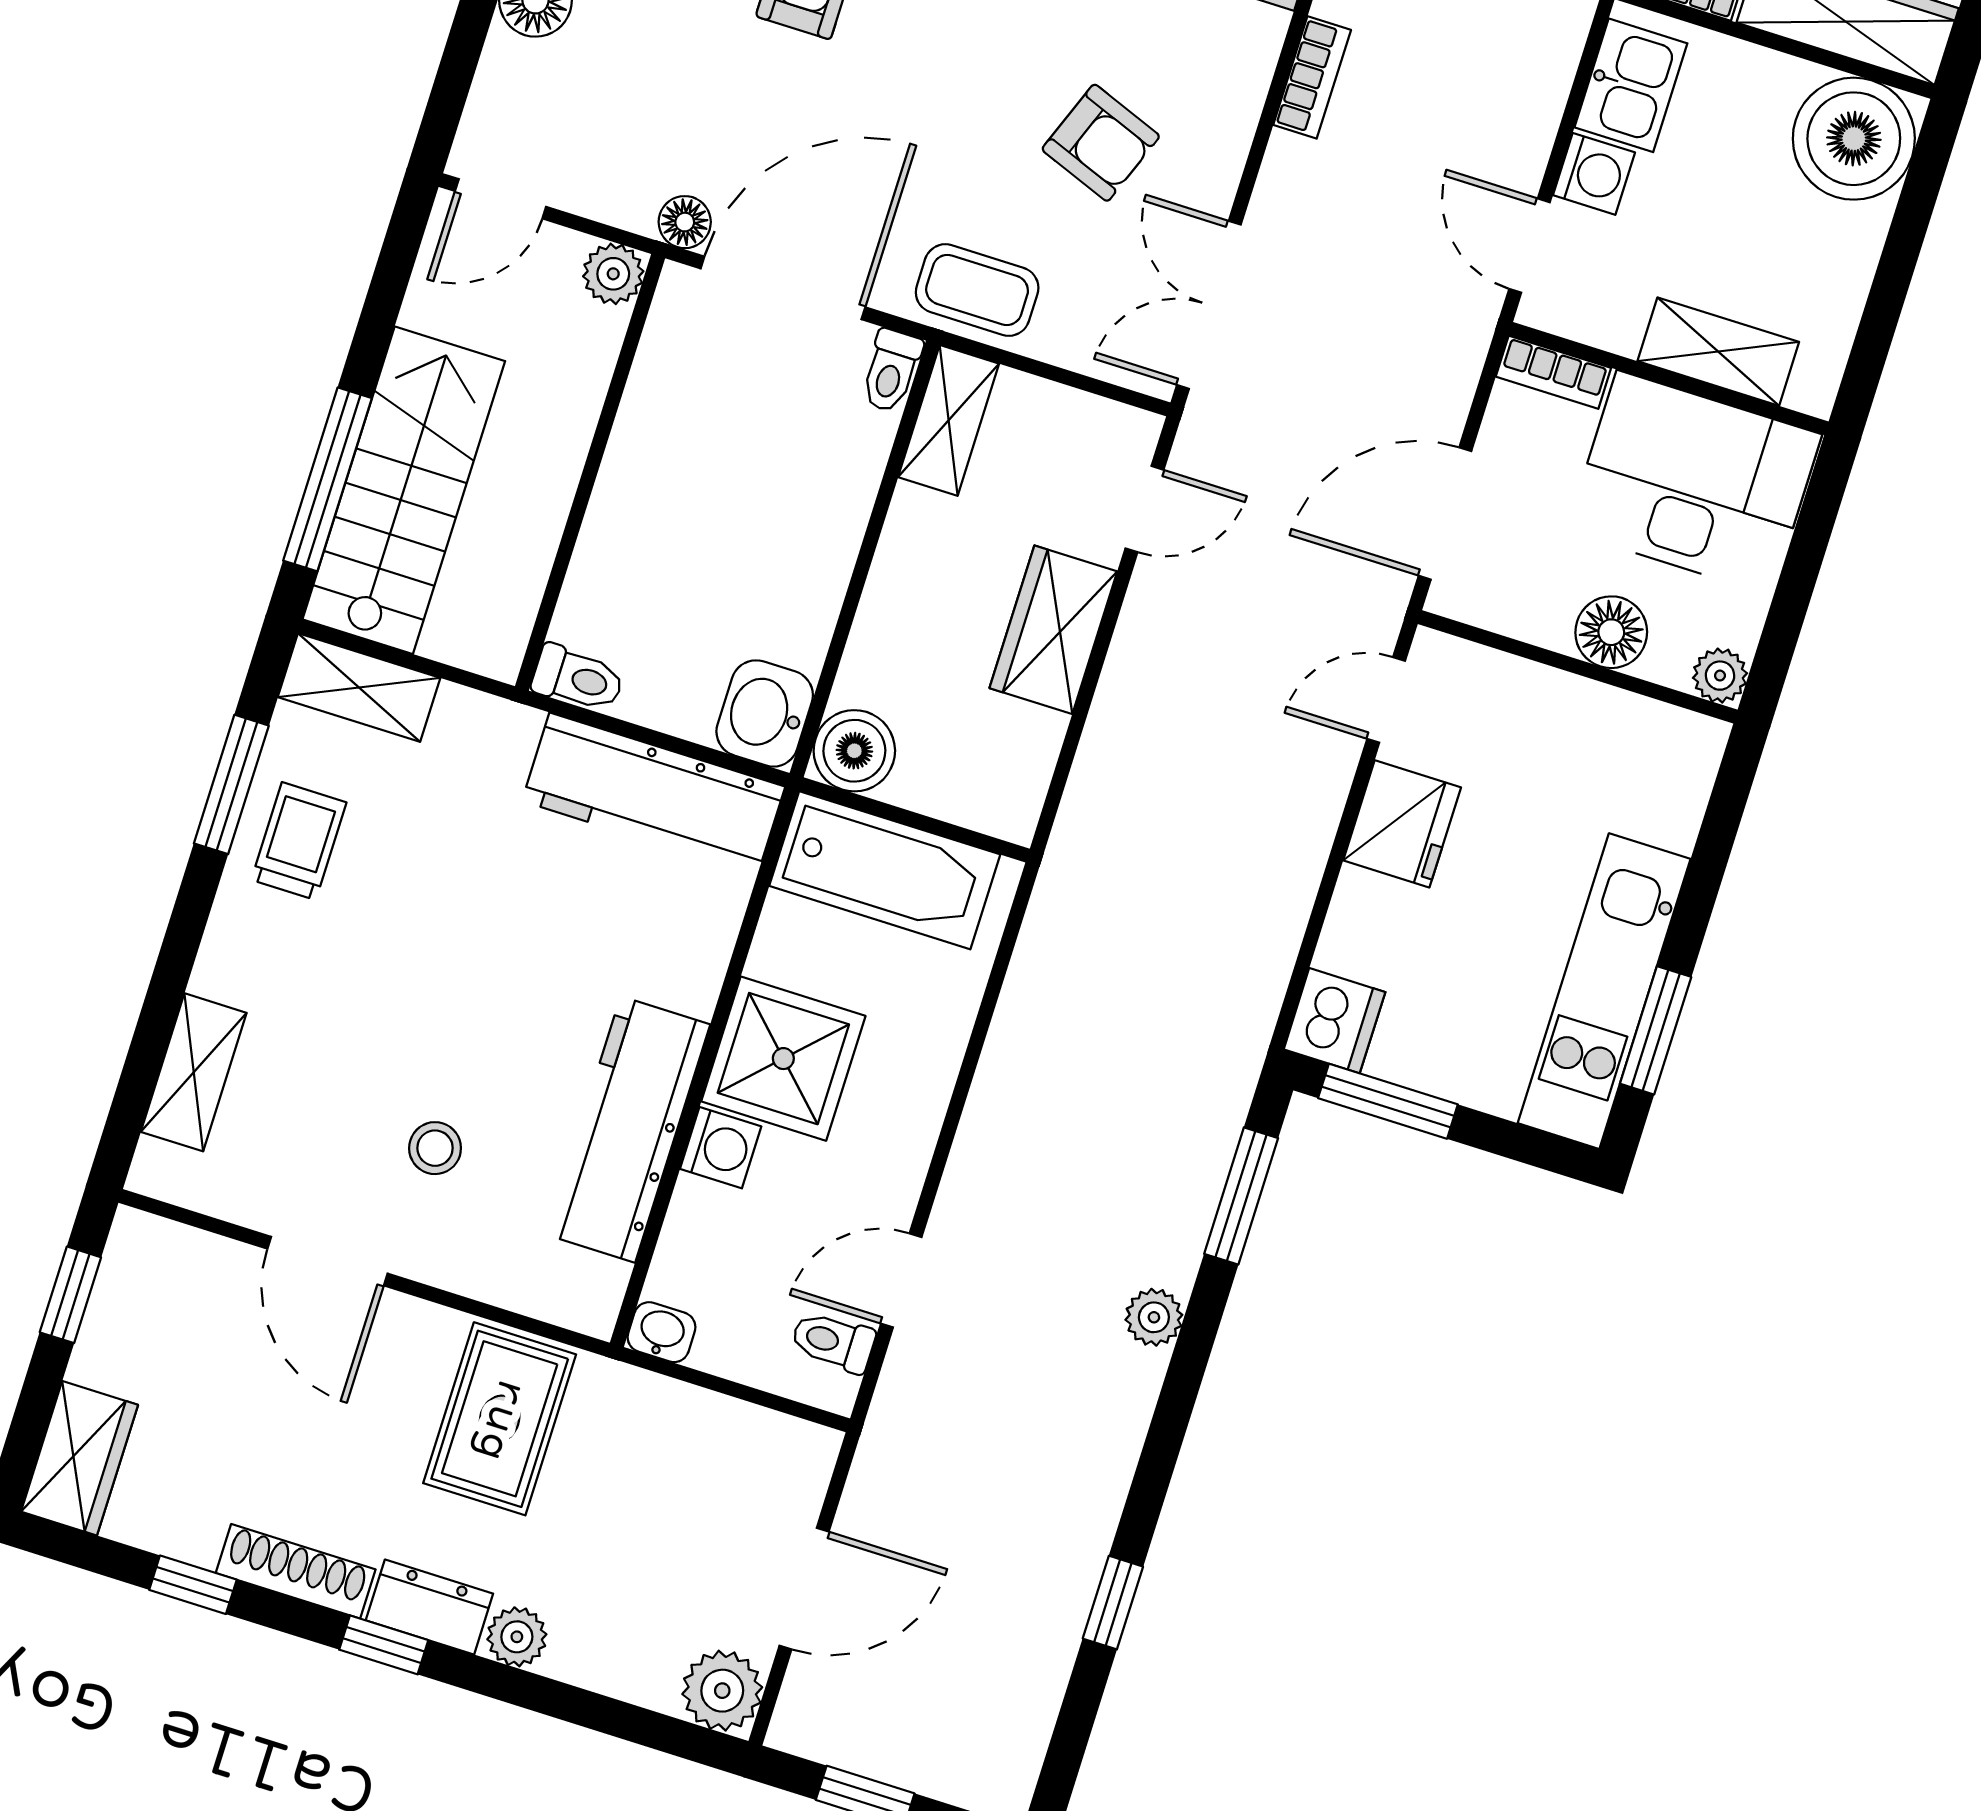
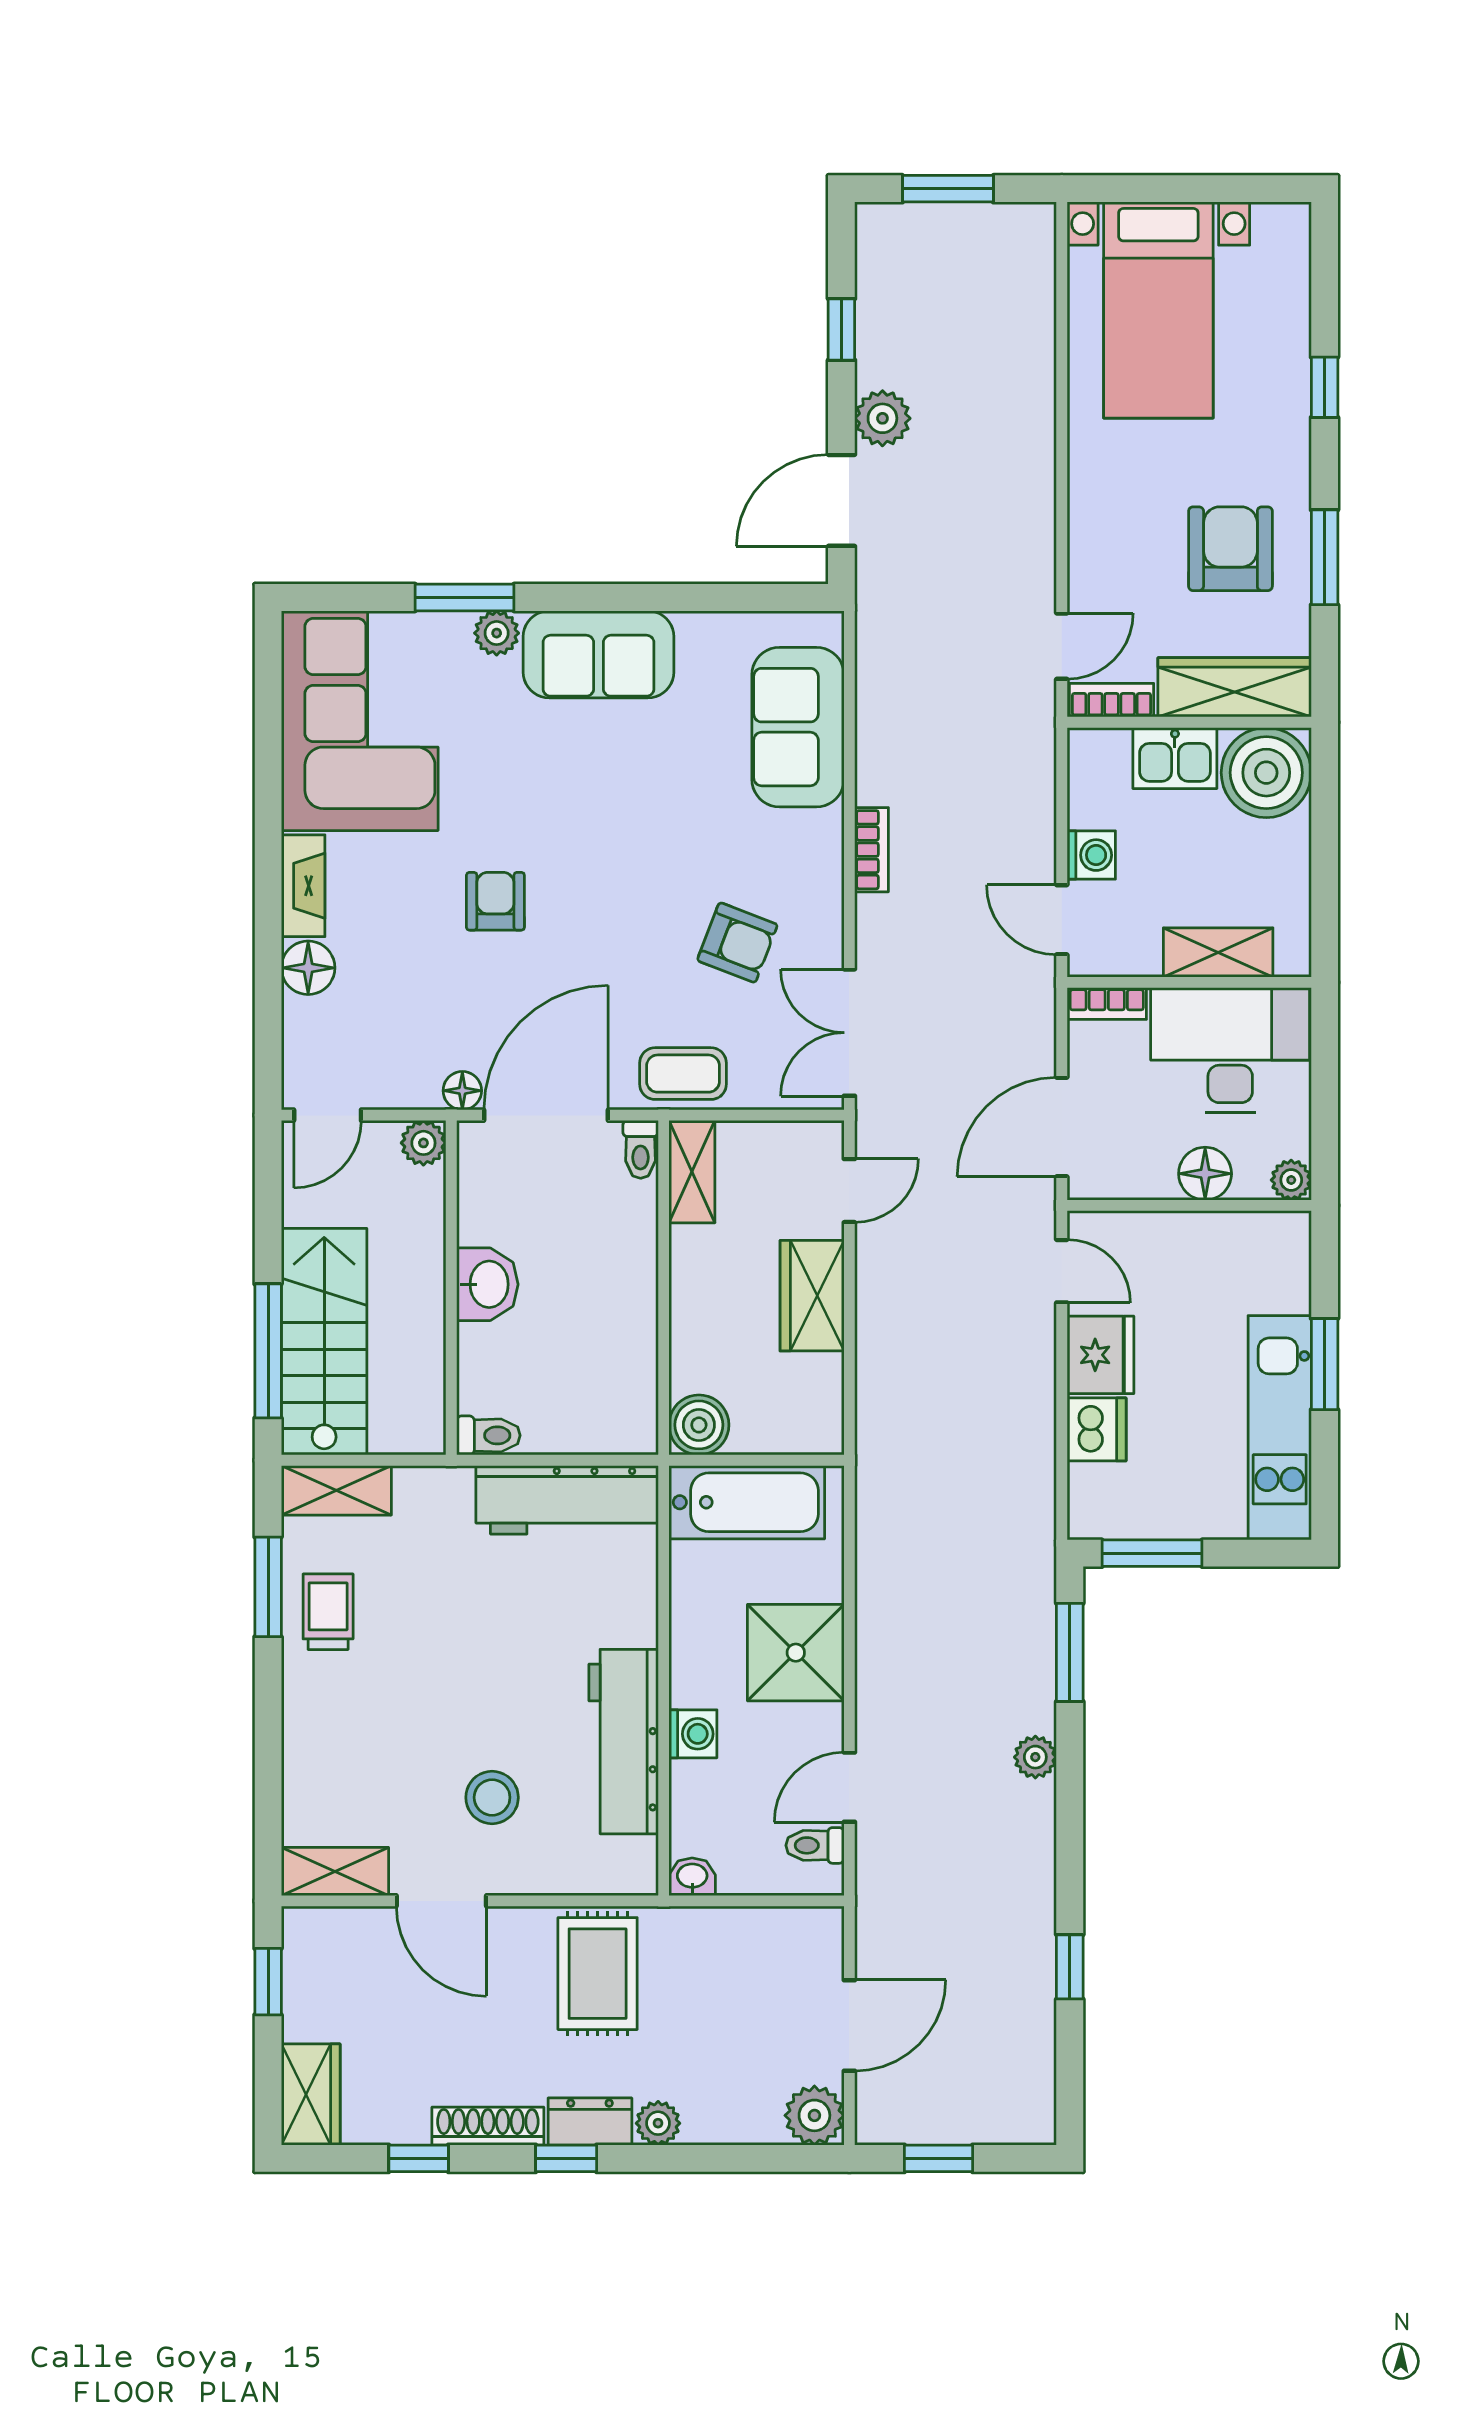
kitchen sink: (1631, 85) -> (1175, 758), moved, turned 90
door: (1386, 700) -> (1062, 1271), swing flipped
washbasin: (765, 713) -> (487, 1284), moved, turned 180
dishwasher: (1334, 1021) -> (1097, 1429), moved
window: (1656, 1030) -> (1325, 1364), moved
shower: (783, 1059) -> (796, 1653), moved
shelving: (194, 1072) -> (335, 1871), moved, turned 90
stool: (435, 1148) -> (492, 1797), width x1.37, depth x1.37

